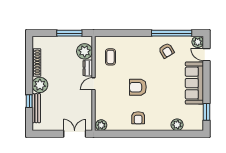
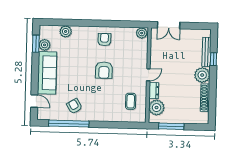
plant: (198, 42) -> (45, 45), moved
armchair: (138, 87) -> (104, 70), turned 90

